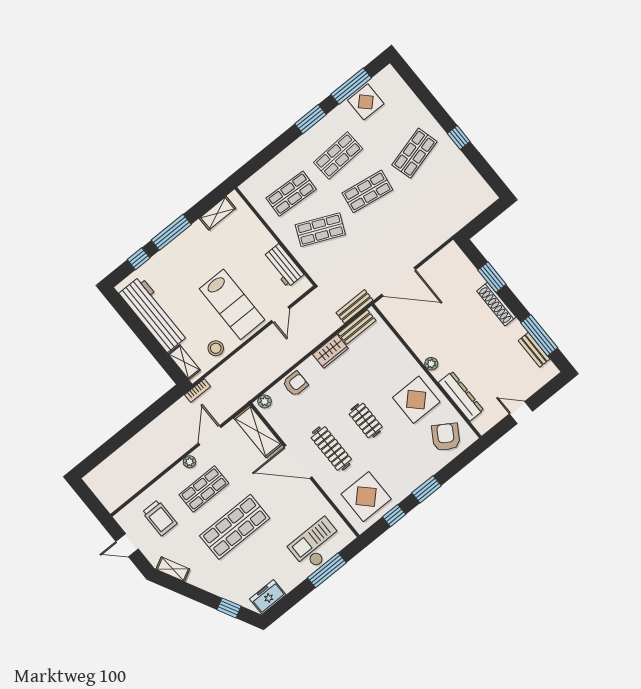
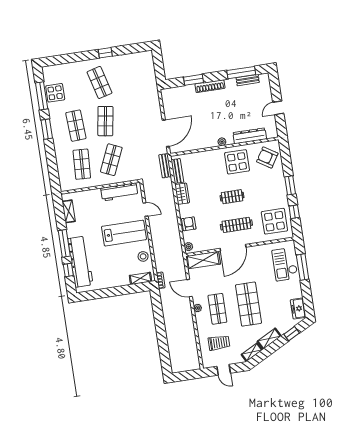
workbench: (283, 266) -> (119, 192), width x1.38
workbench: (154, 314) -> (80, 262), moved, turned 90
door: (127, 545) -> (224, 370), hinge flipped
shelving: (205, 582) -> (269, 339), added

